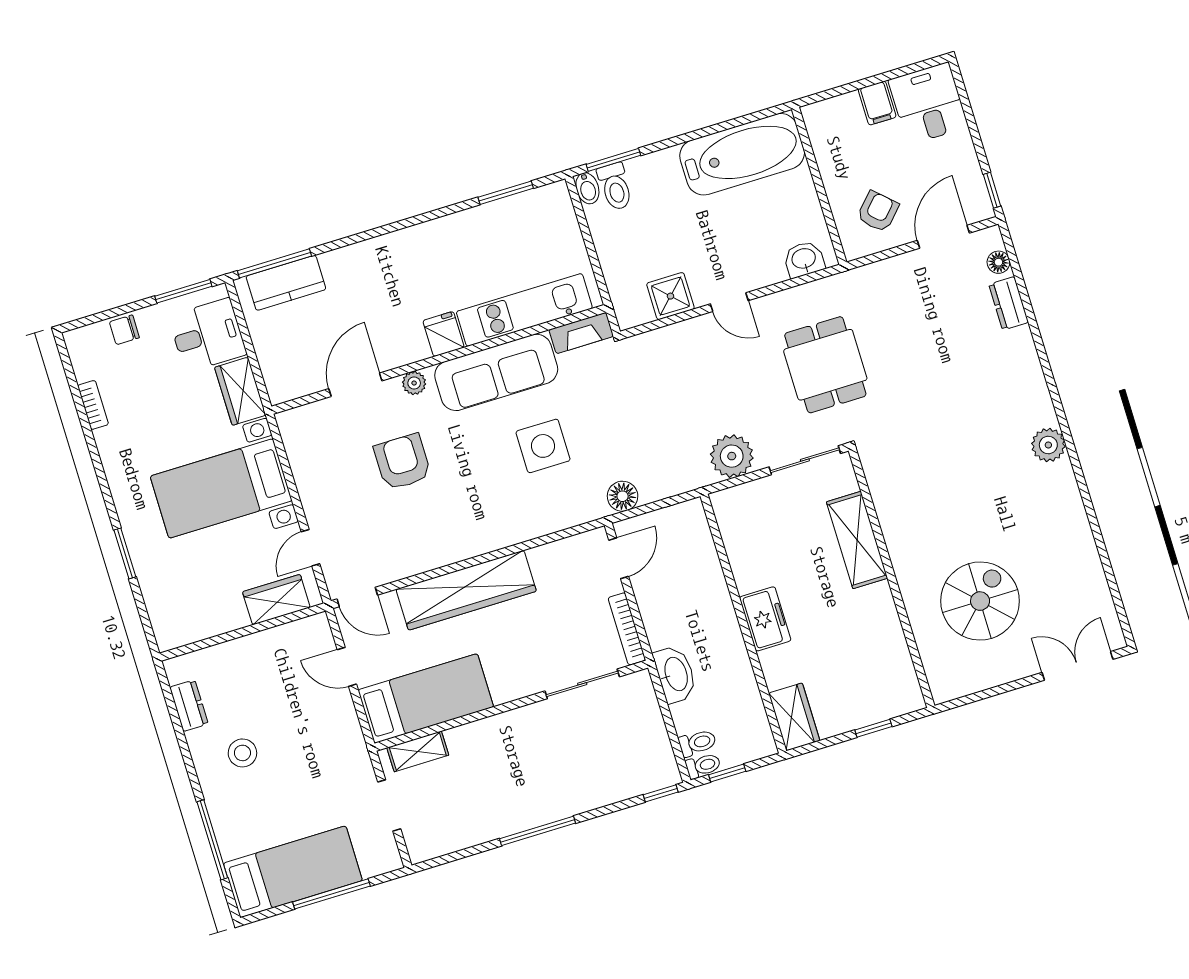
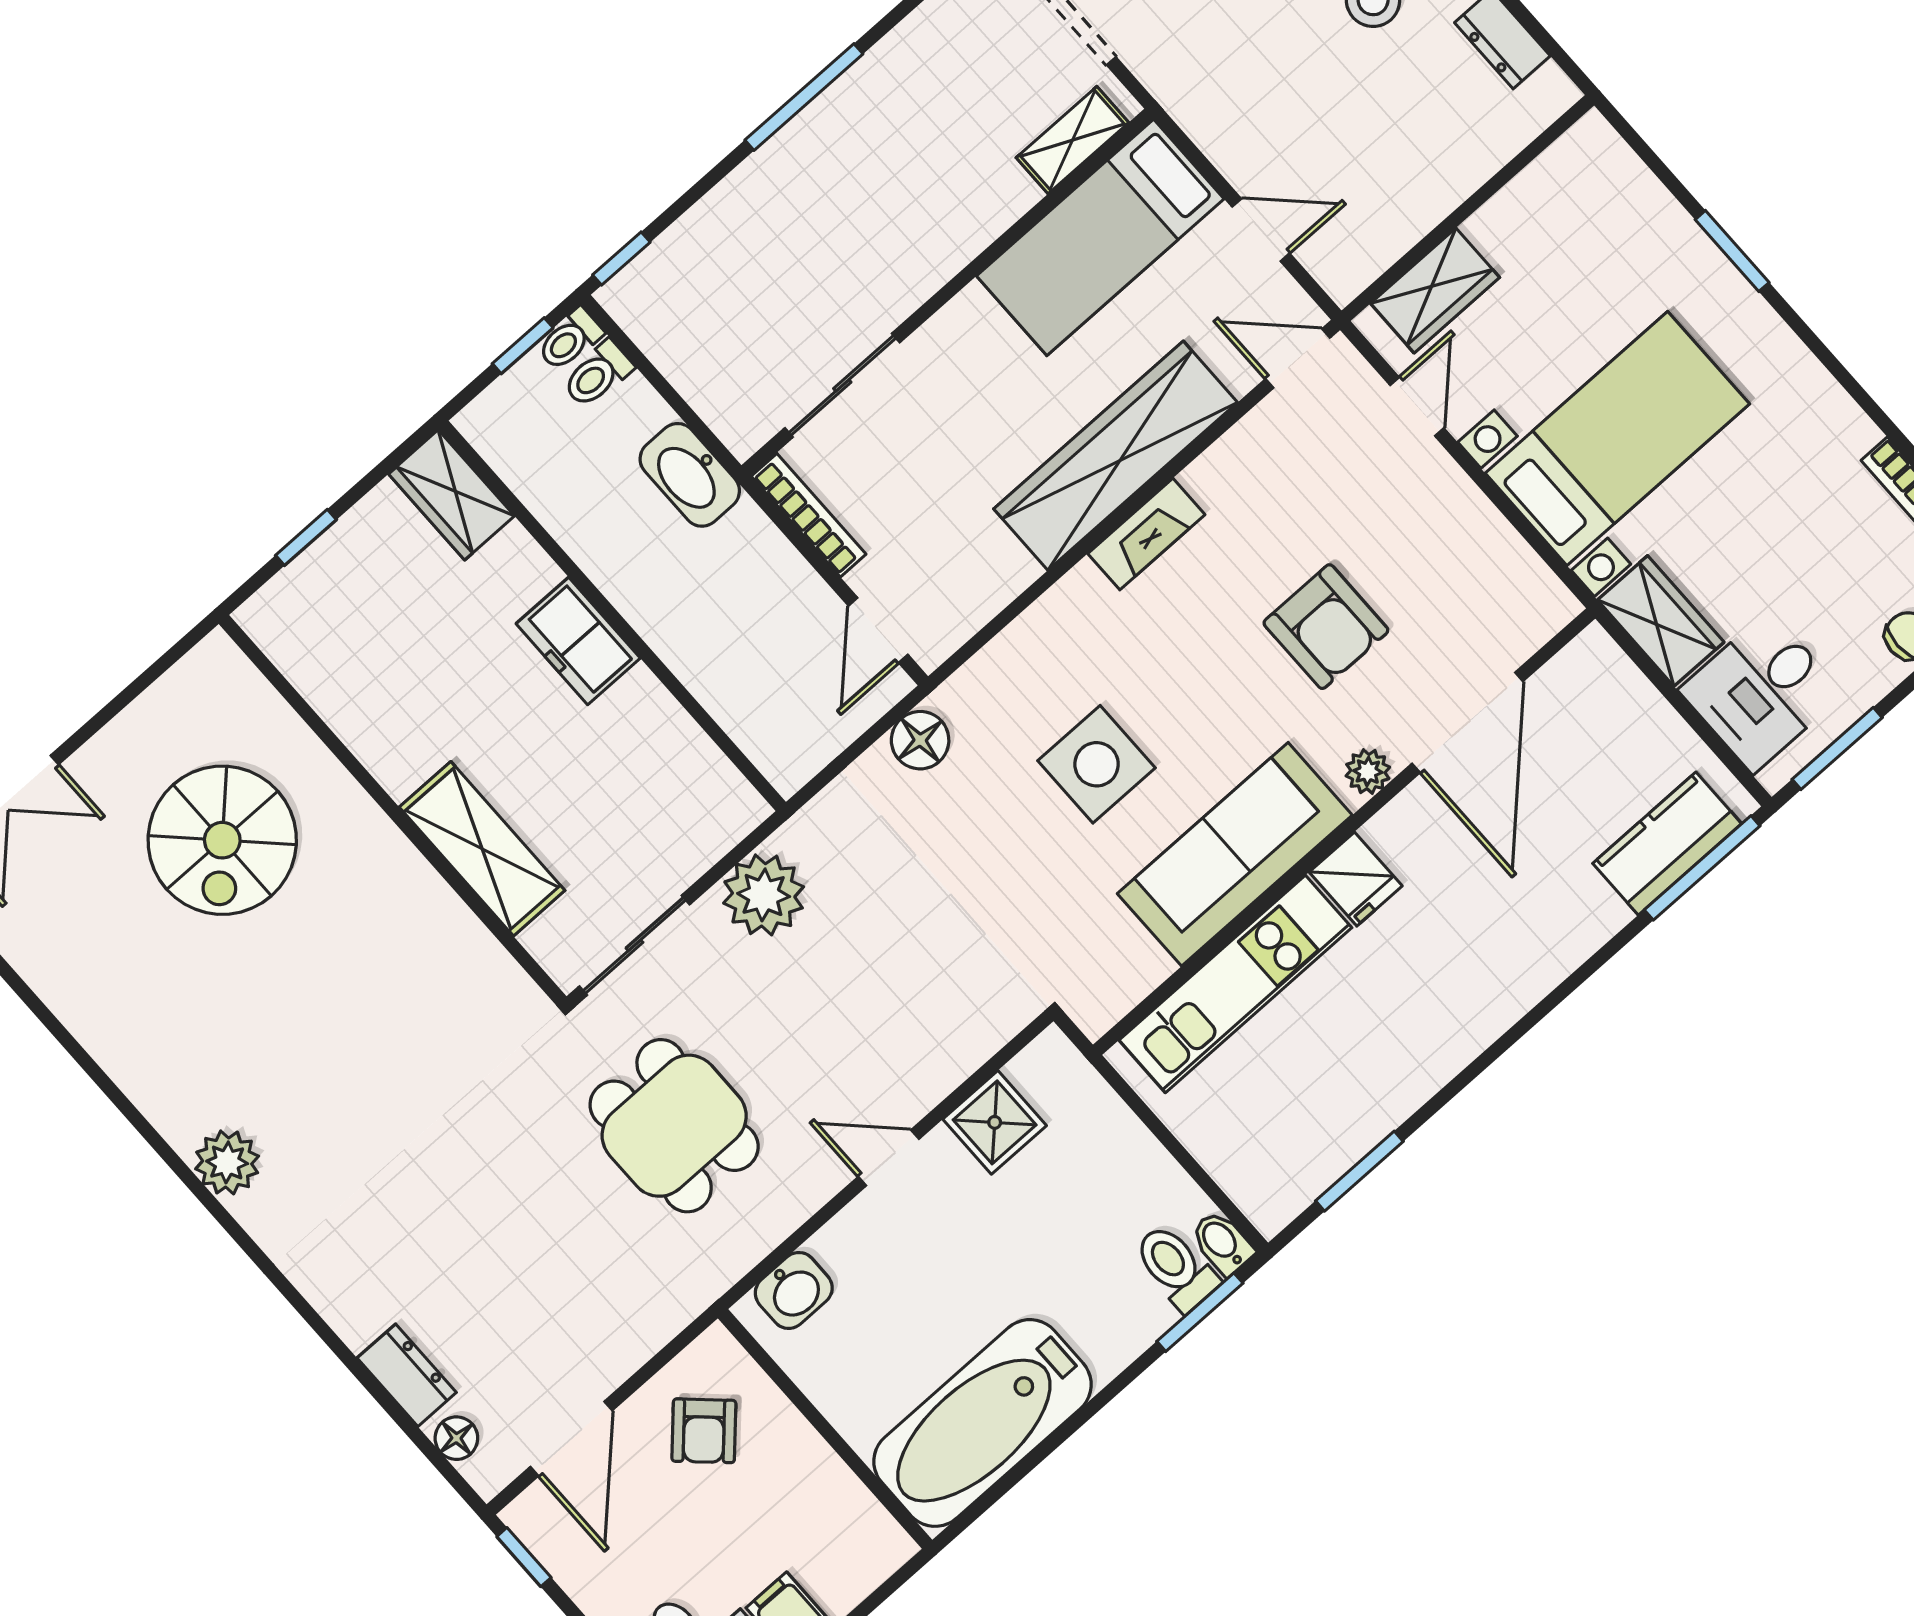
fireplace: (581, 333) -> (1146, 534), moved, turned 180
door: (355, 385) -> (1468, 722), width x1.36

